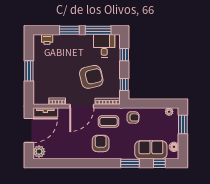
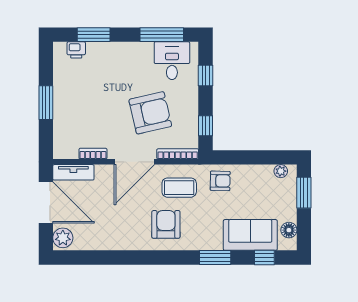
window: (69, 30) -> (94, 35), moved
door: (29, 130) -> (46, 202), hinge flipped

